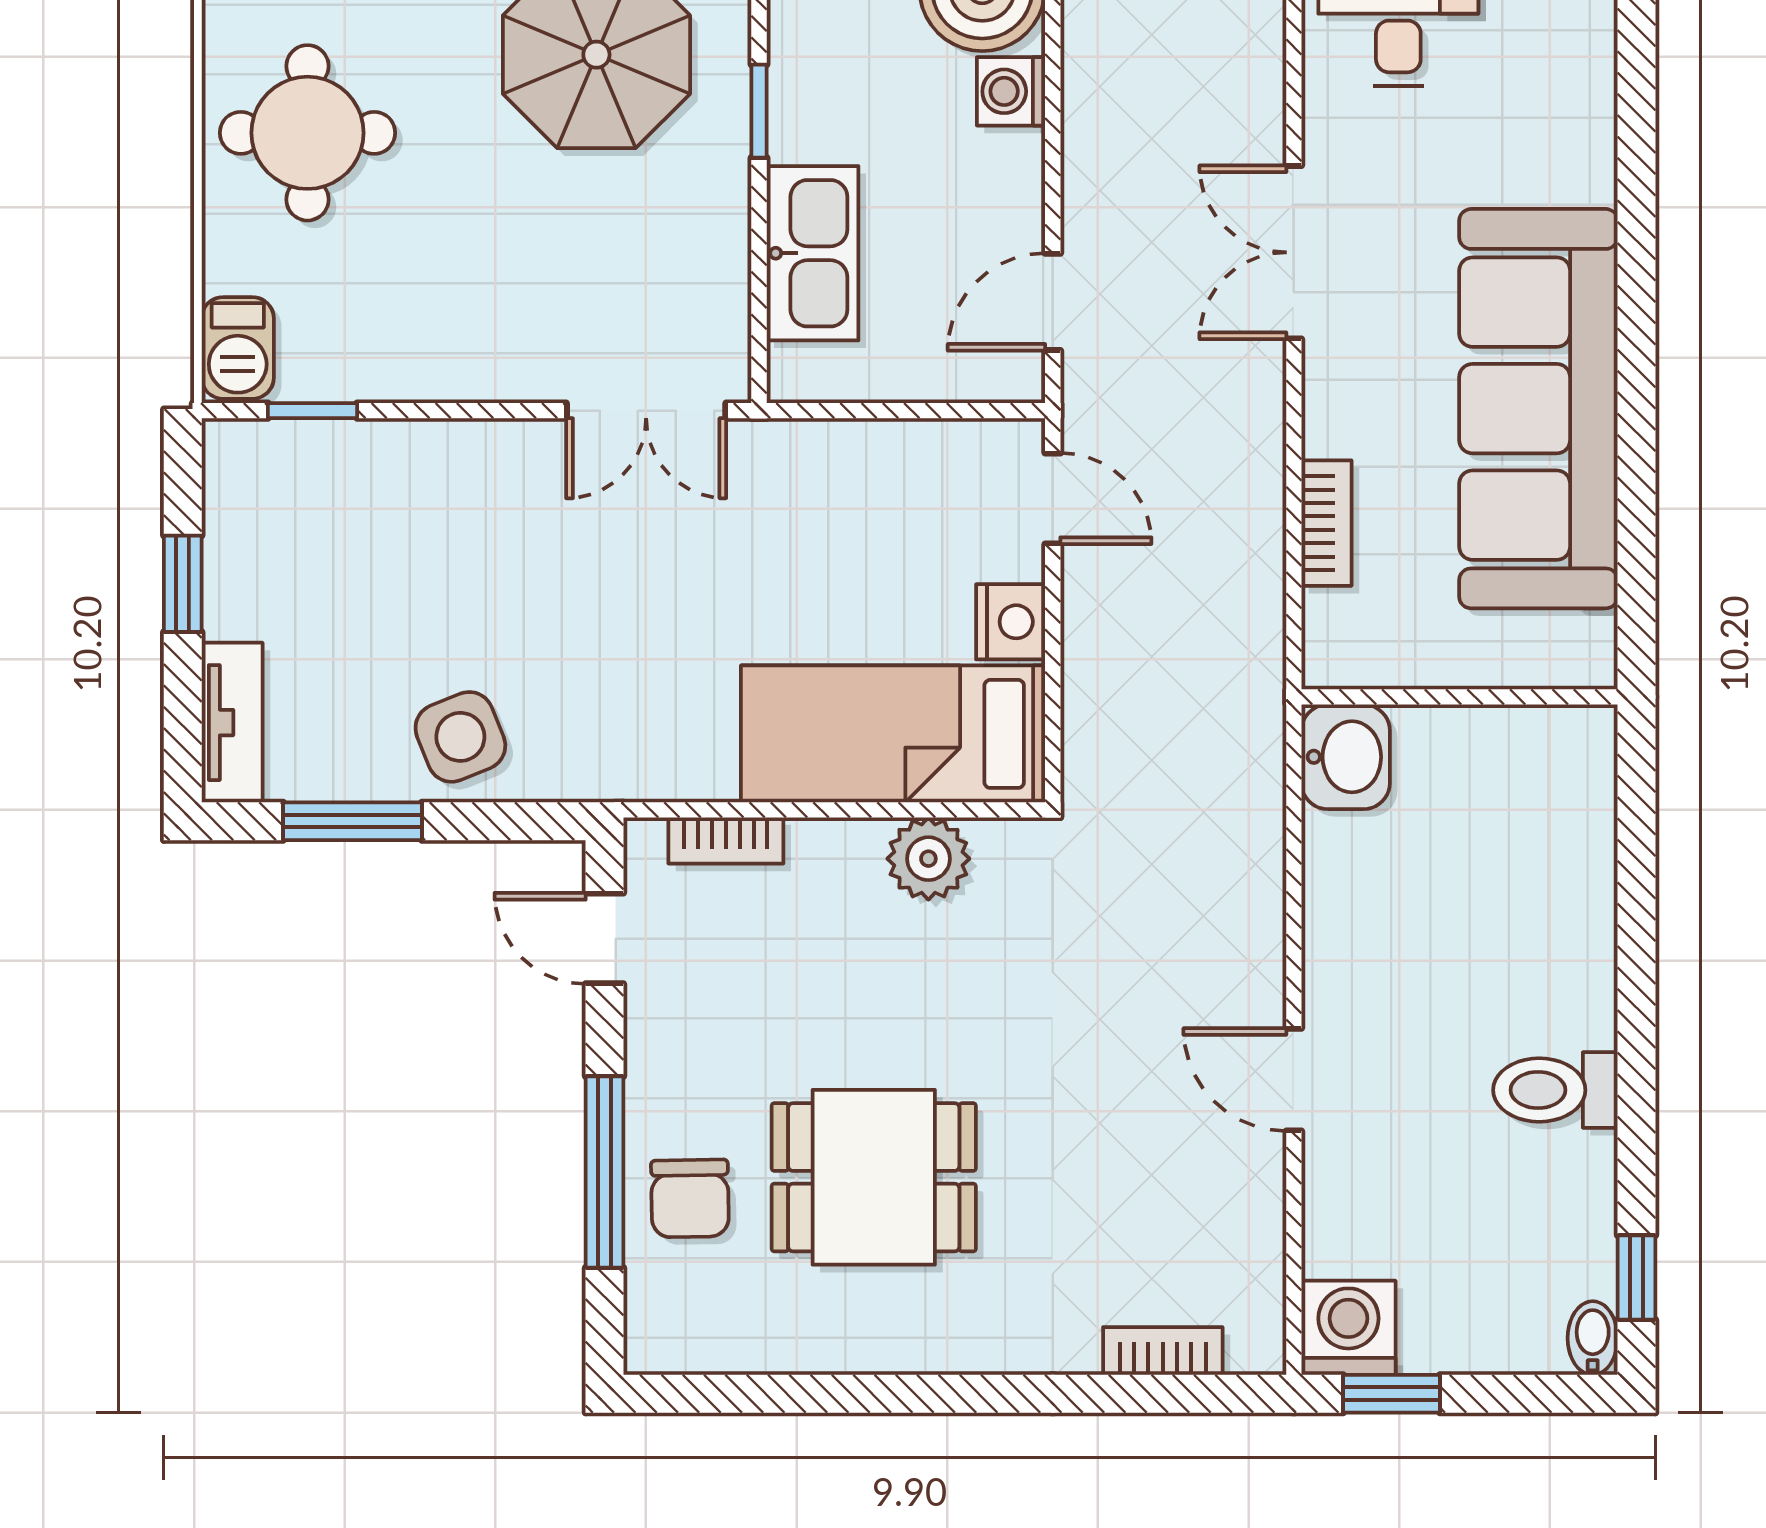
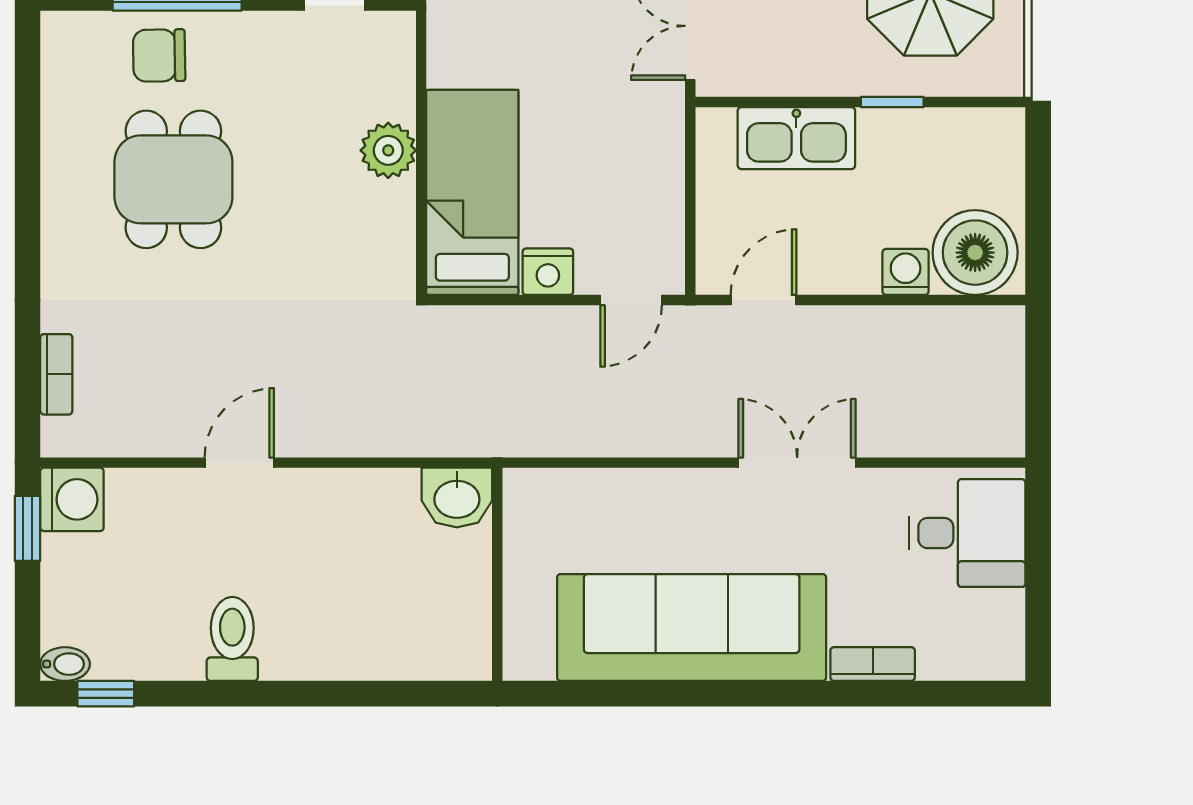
door: (1053, 302) -> (764, 300), hinge flipped
bookcase: (1326, 523) -> (873, 664), moved, turned 180
bookcase: (726, 840) -> (400, 80), removed
plant: (928, 859) -> (388, 150), moved

